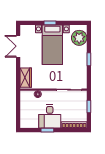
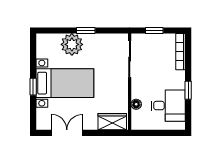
plant: (79, 38) -> (72, 44), moved
double door: (18, 46) -> (67, 133), swing flipped
desk: (50, 116) -> (168, 106), moved

